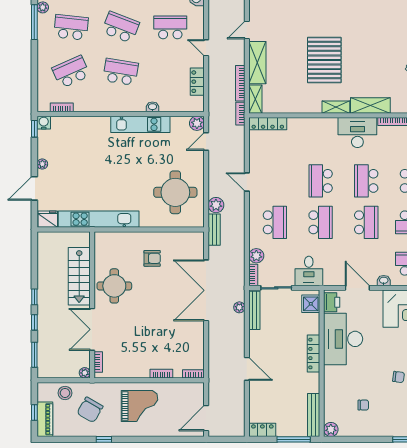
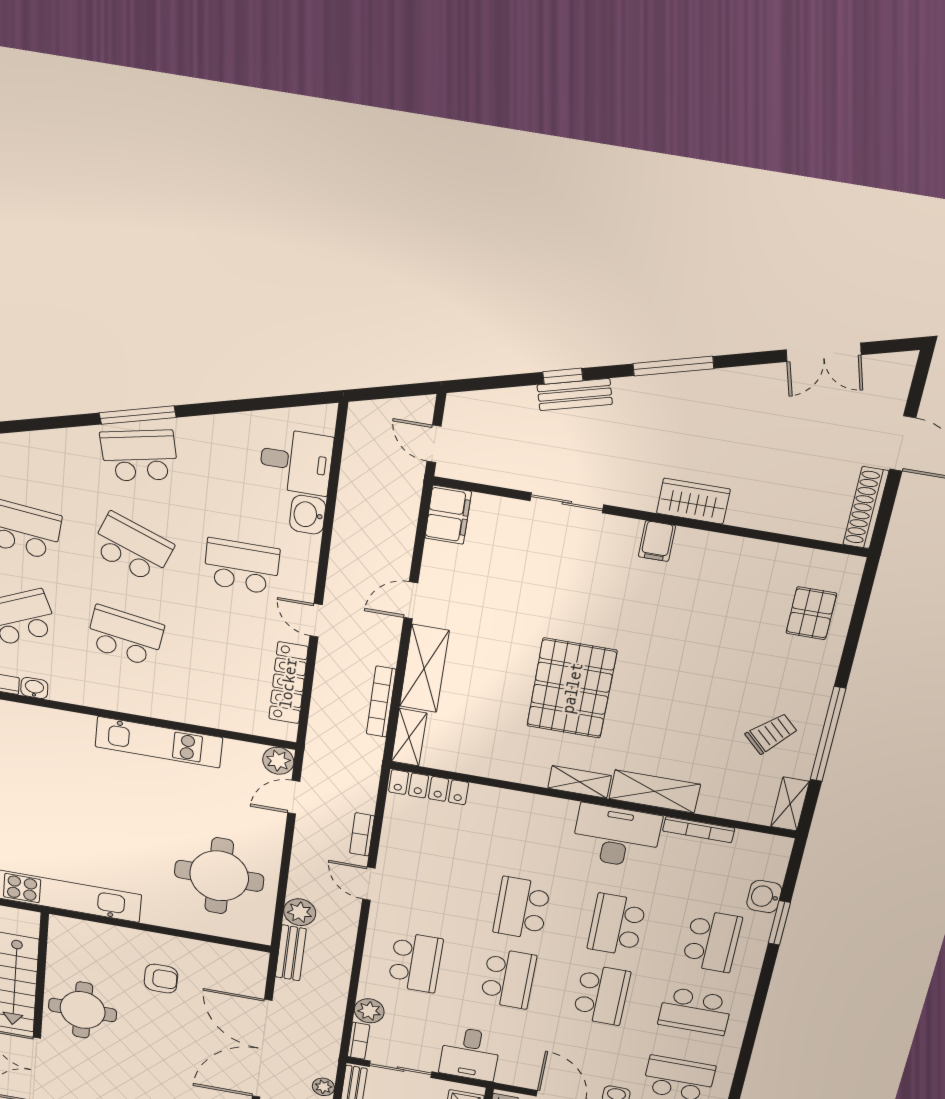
locker: (197, 82) -> (288, 683), width x1.53
washbasin: (152, 107) -> (34, 688), moved
bookcase: (240, 114) -> (362, 834), moved

